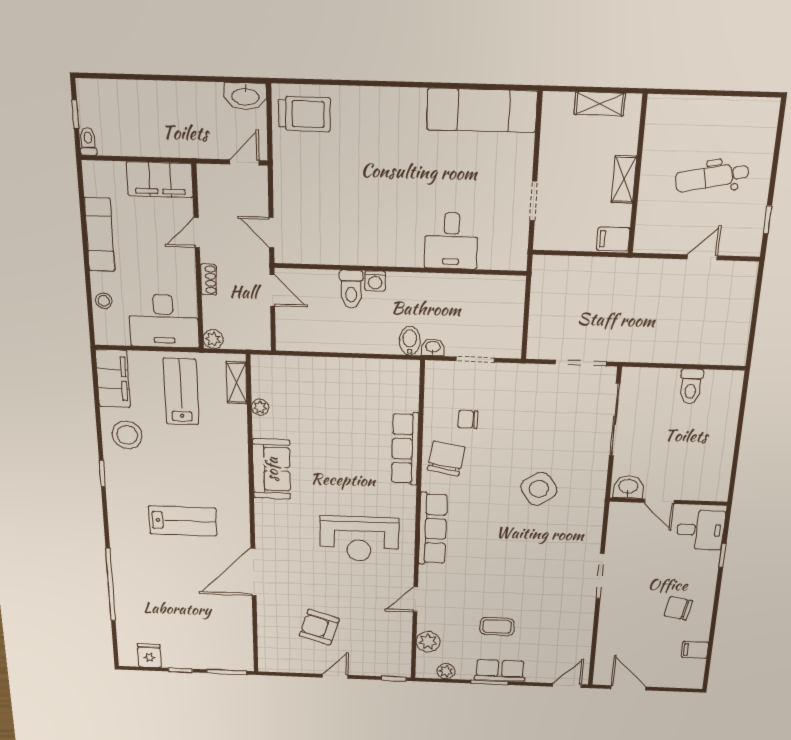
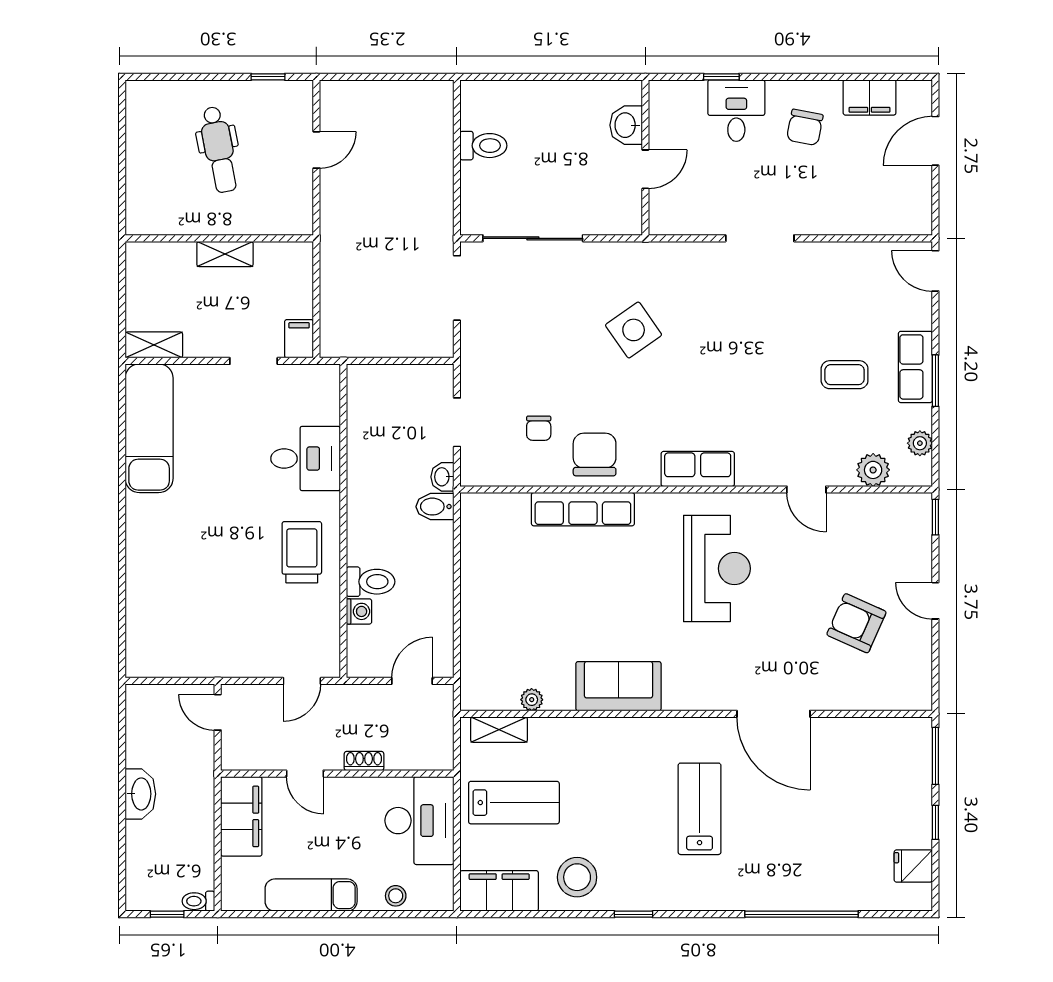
washbasin: (245, 96) -> (140, 794), moved
shelving: (600, 104) -> (154, 345), moved, turned 90
trolley: (304, 114) -> (302, 552), moved
filing cabinet: (613, 239) -> (299, 339), moved, turned 180
door: (702, 257) -> (316, 150), swing flipped
washing machine: (375, 281) -> (359, 611), moved
door: (272, 290) -> (412, 681), moved
plant: (213, 339) -> (441, 758), removed
lab bench: (181, 392) -> (514, 803), turned 180
chair: (446, 458) -> (595, 455), turned 80
washbasin: (628, 487) -> (626, 125), moved
row of seats: (433, 529) -> (698, 469), width x0.68
desk: (700, 530) -> (736, 111), moved
armchair: (319, 627) -> (856, 623), turned 97
coffee table: (497, 627) -> (845, 375), turned 90
filing cabinet: (695, 650) -> (870, 97), width x2.00
door: (628, 688) -> (935, 141), moved

